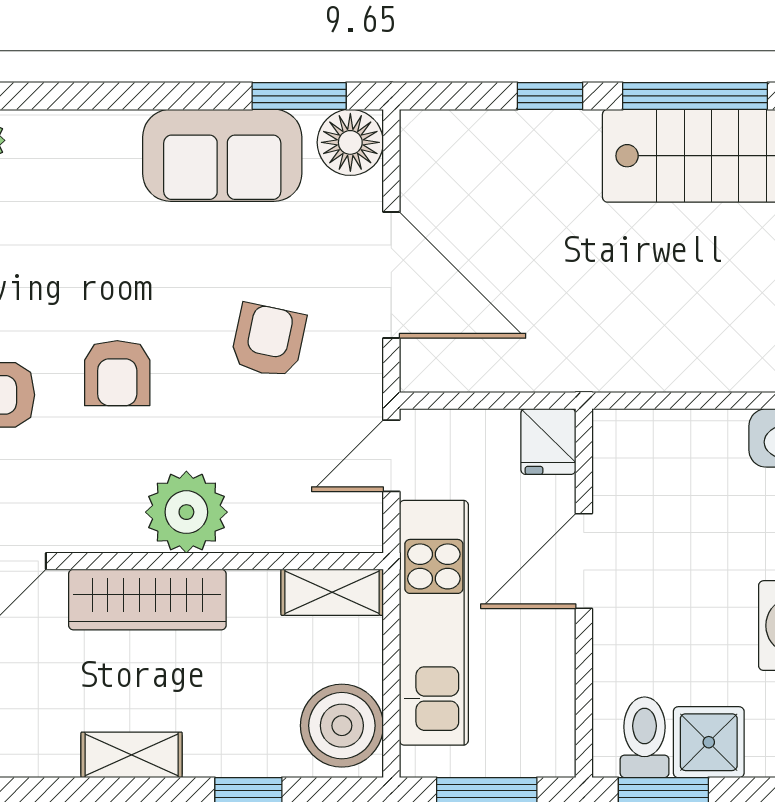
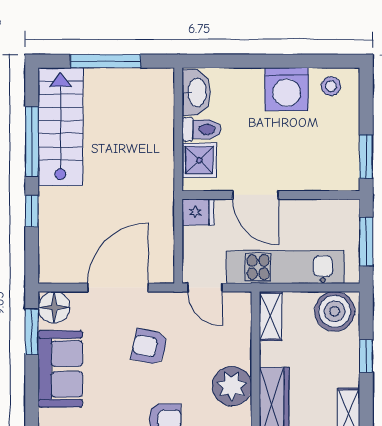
toilet: (645, 737) -> (202, 129), moved, turned 180
shower: (709, 742) -> (199, 160), moved

